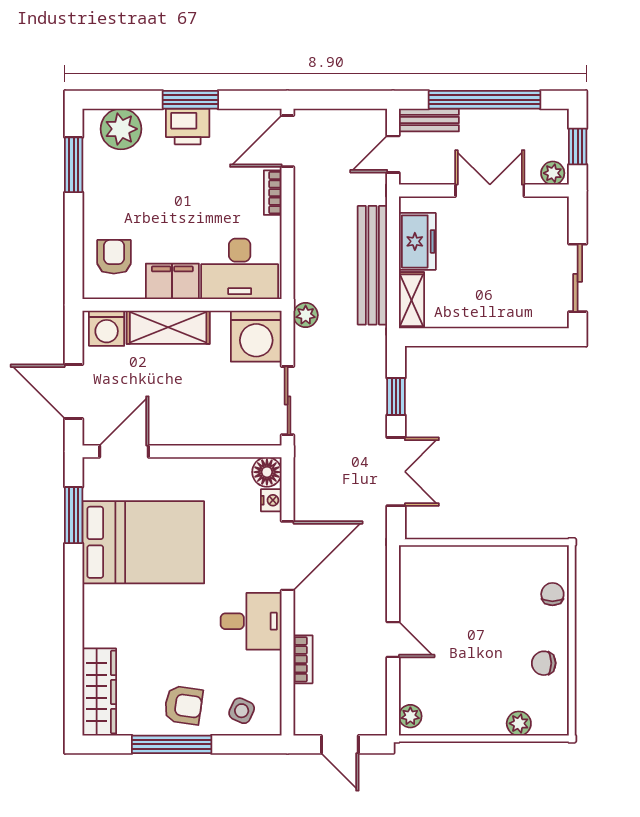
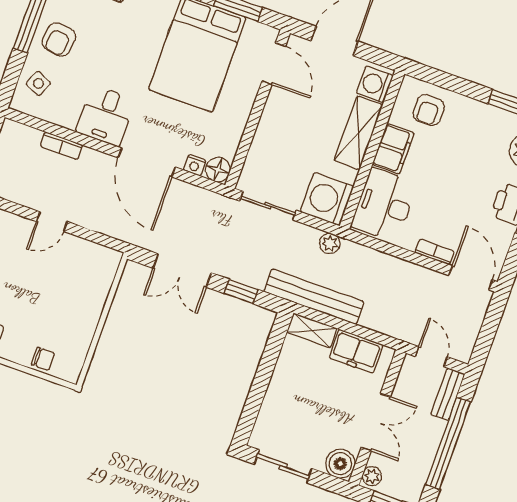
boiler: (551, 214) -> (340, 464), added
armchair: (114, 257) -> (429, 110), turned 90
bench: (372, 265) -> (314, 297), moved

